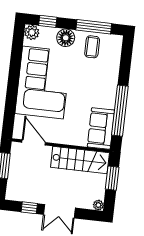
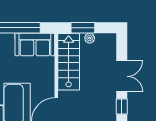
plant: (98, 205) -> (90, 38), moved

